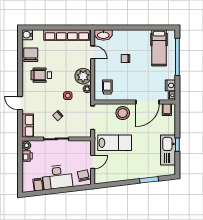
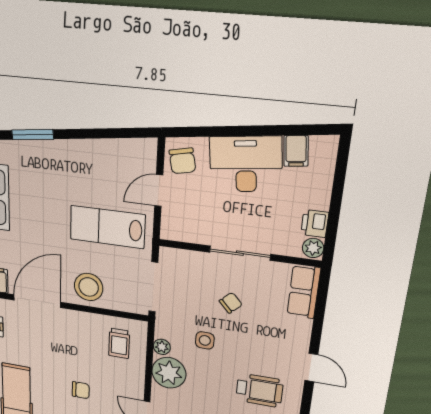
door: (20, 103) -> (311, 368), moved

